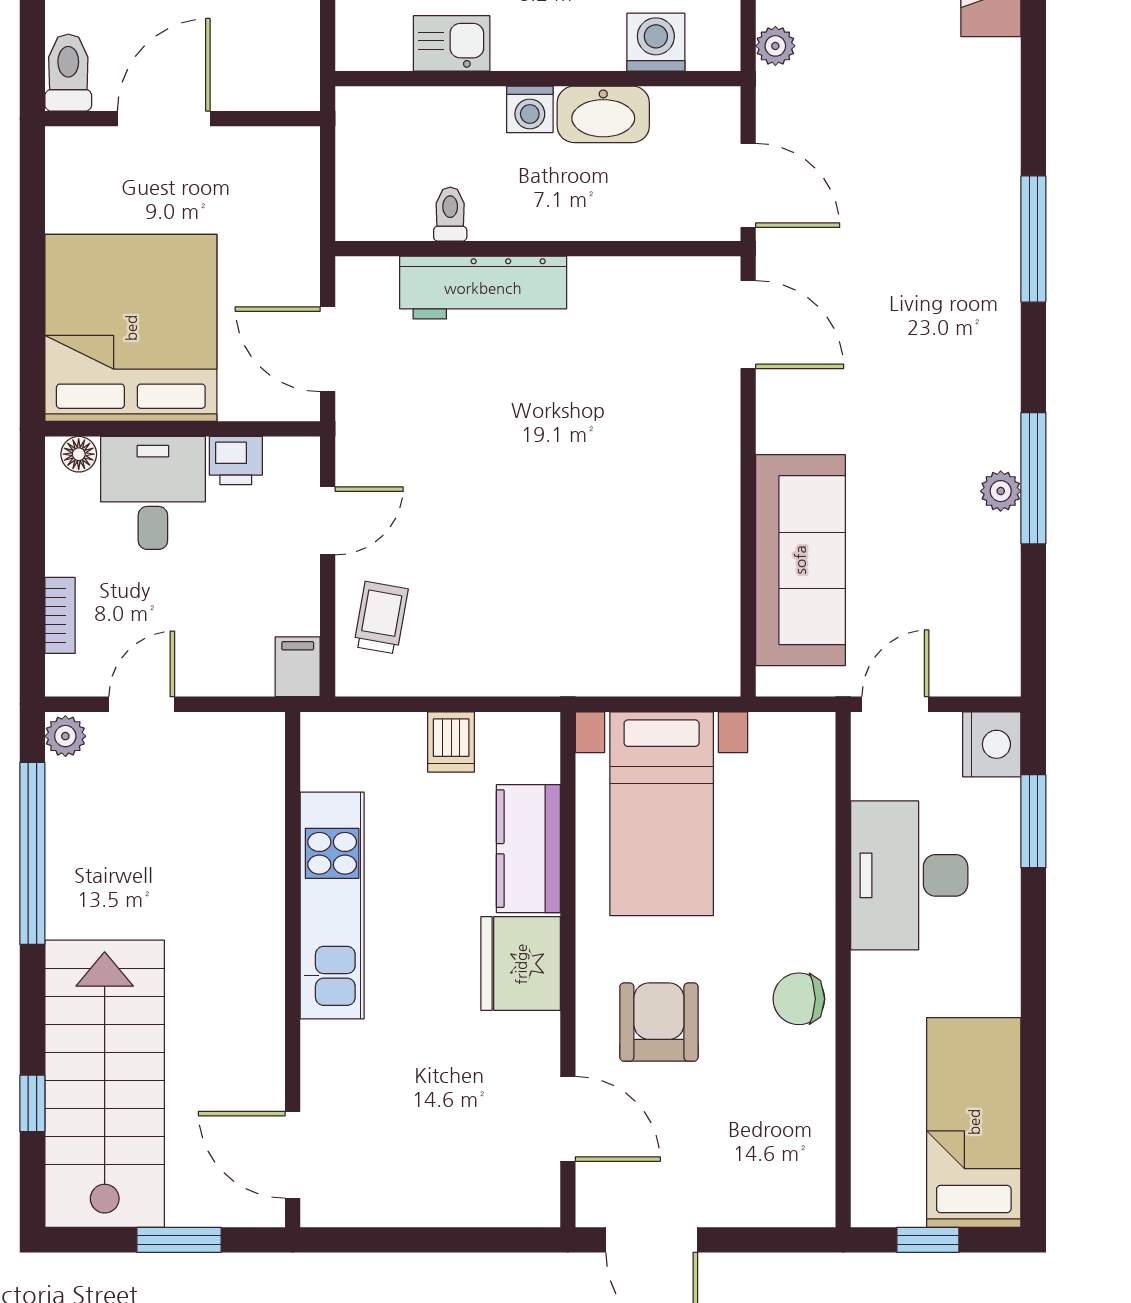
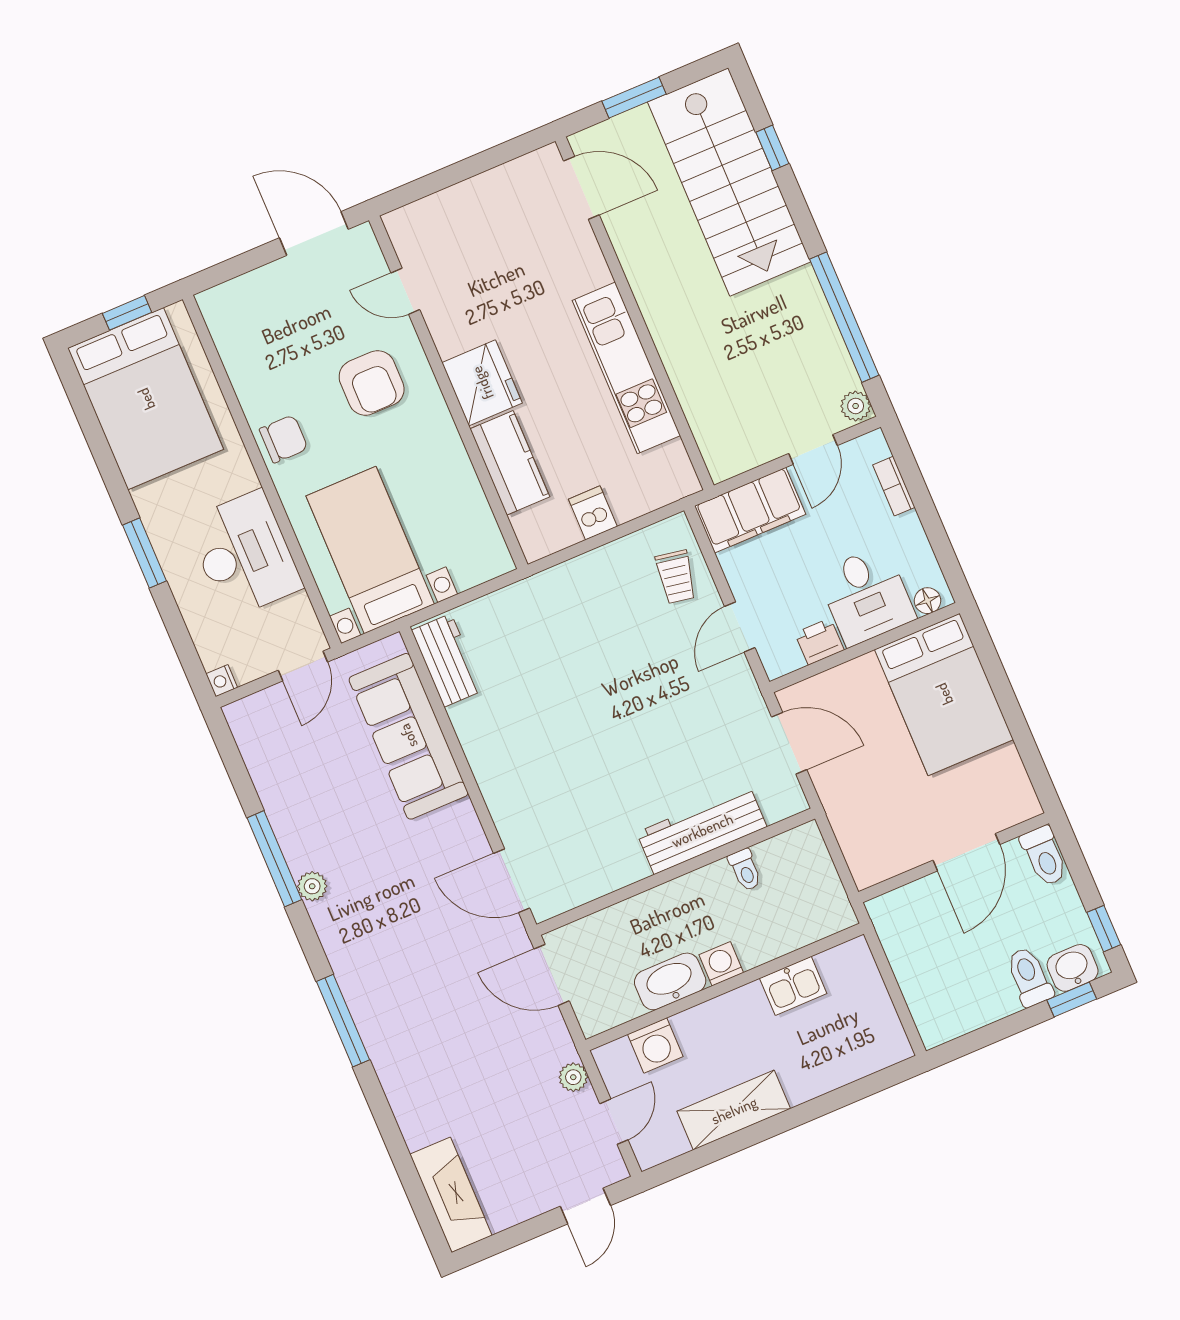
bed: (131, 328) -> (944, 694), width x0.73
plant: (1001, 491) -> (312, 886), moved
workbench: (711, 635) -> (448, 660), added
filing cabinet: (298, 667) -> (750, 510), width x3.00, depth x1.17
nightstand: (992, 744) -> (222, 681), width x0.53, depth x0.56
bed with nightstands: (662, 814) -> (370, 550), moved
window: (1033, 821) -> (145, 553), moved
door: (568, 1119) -> (405, 291), width x0.73
bed: (974, 1122) -> (146, 399), width x1.50

